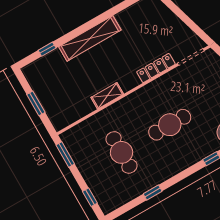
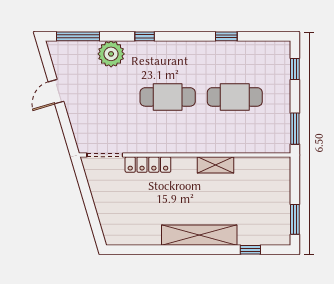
window: (36, 103) -> (295, 219), moved
cafe table: (121, 152) -> (235, 97), turned 90

